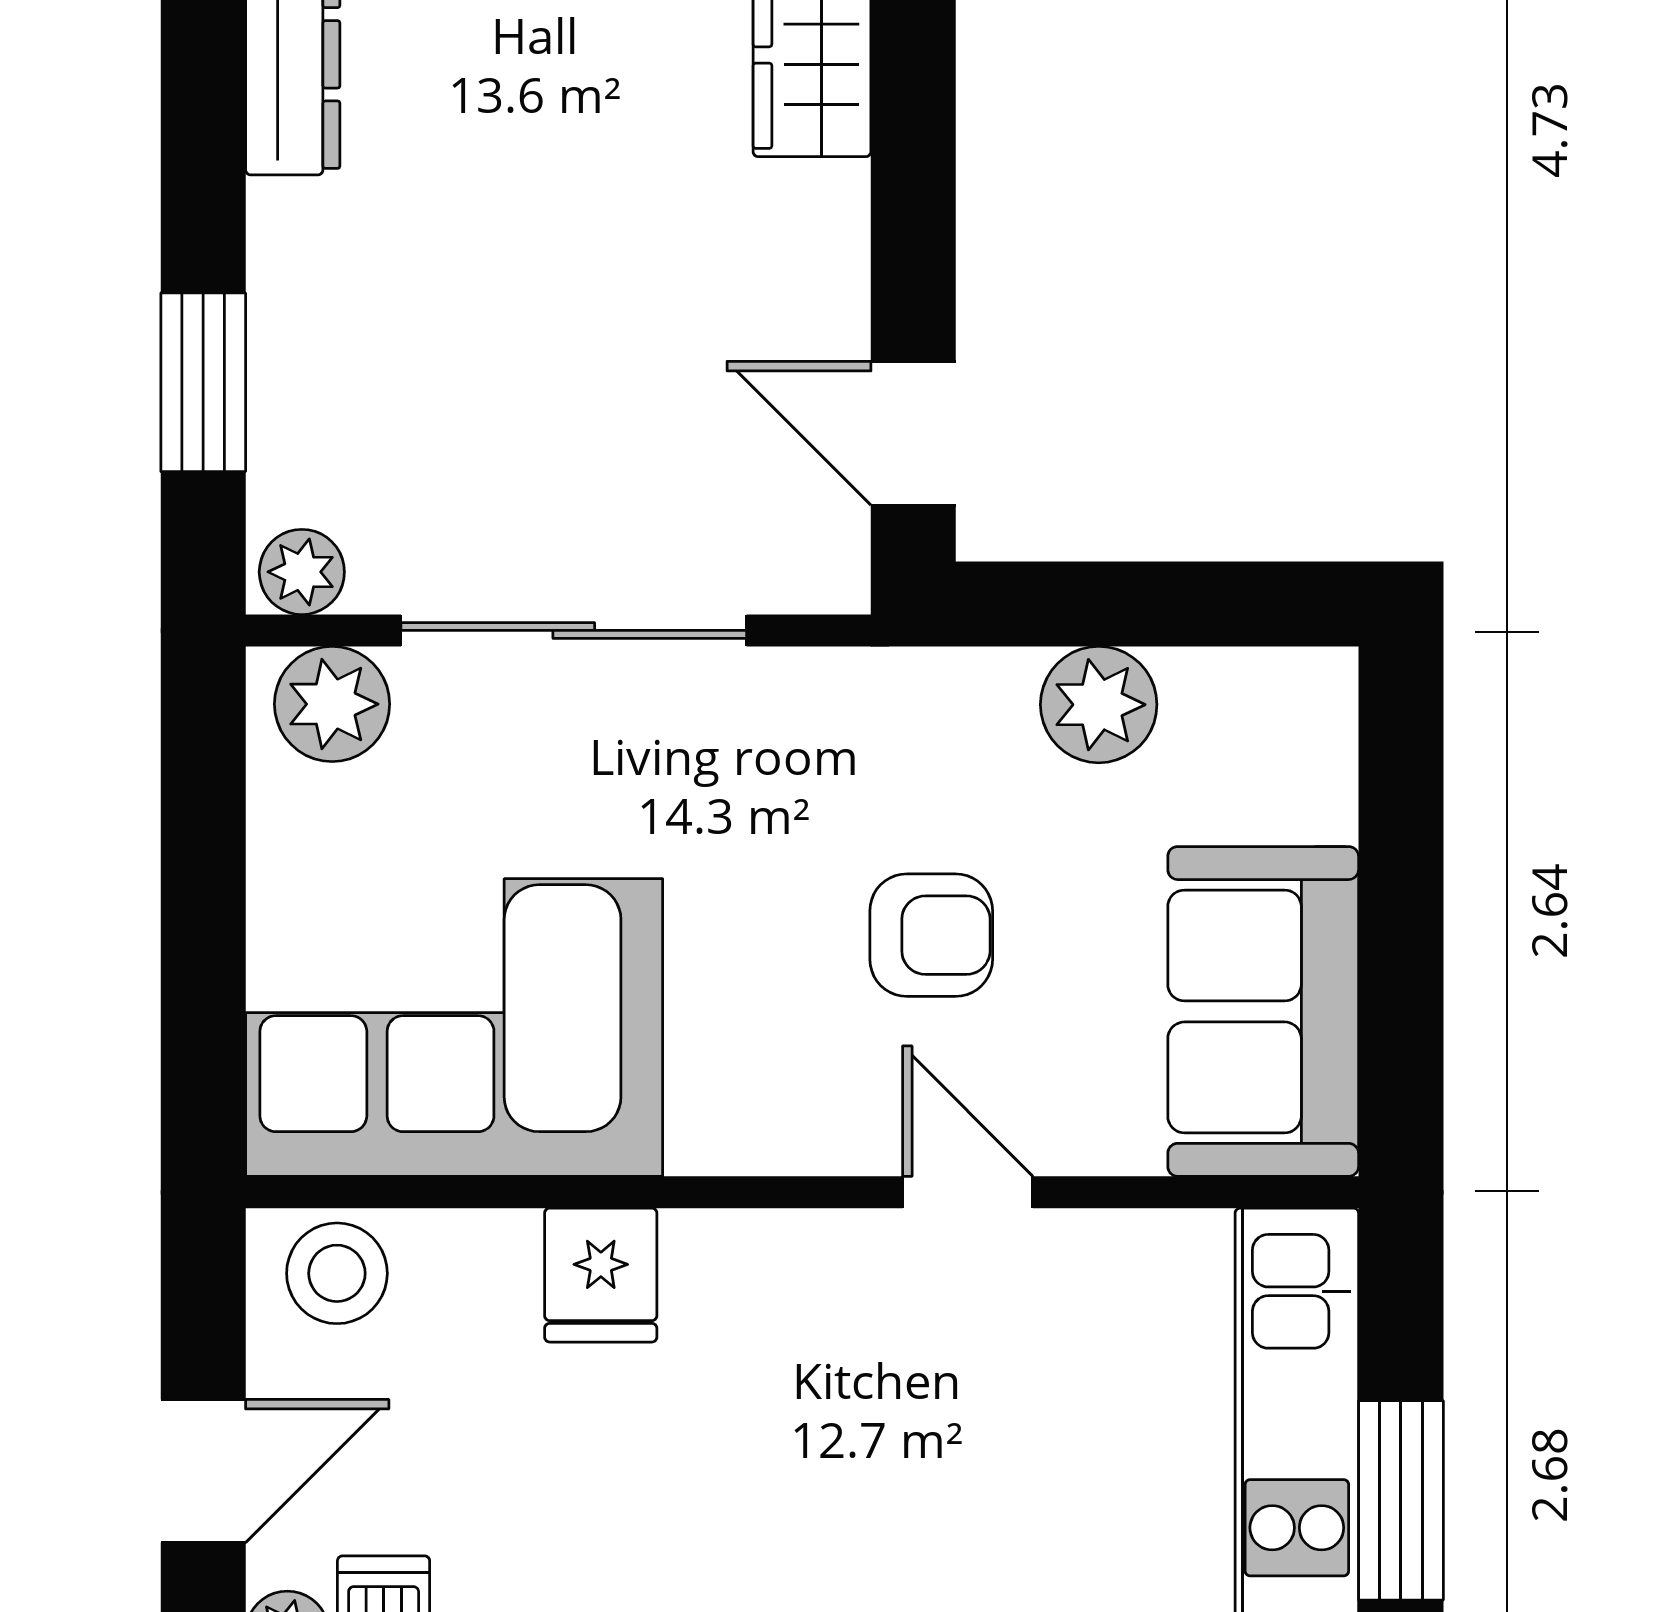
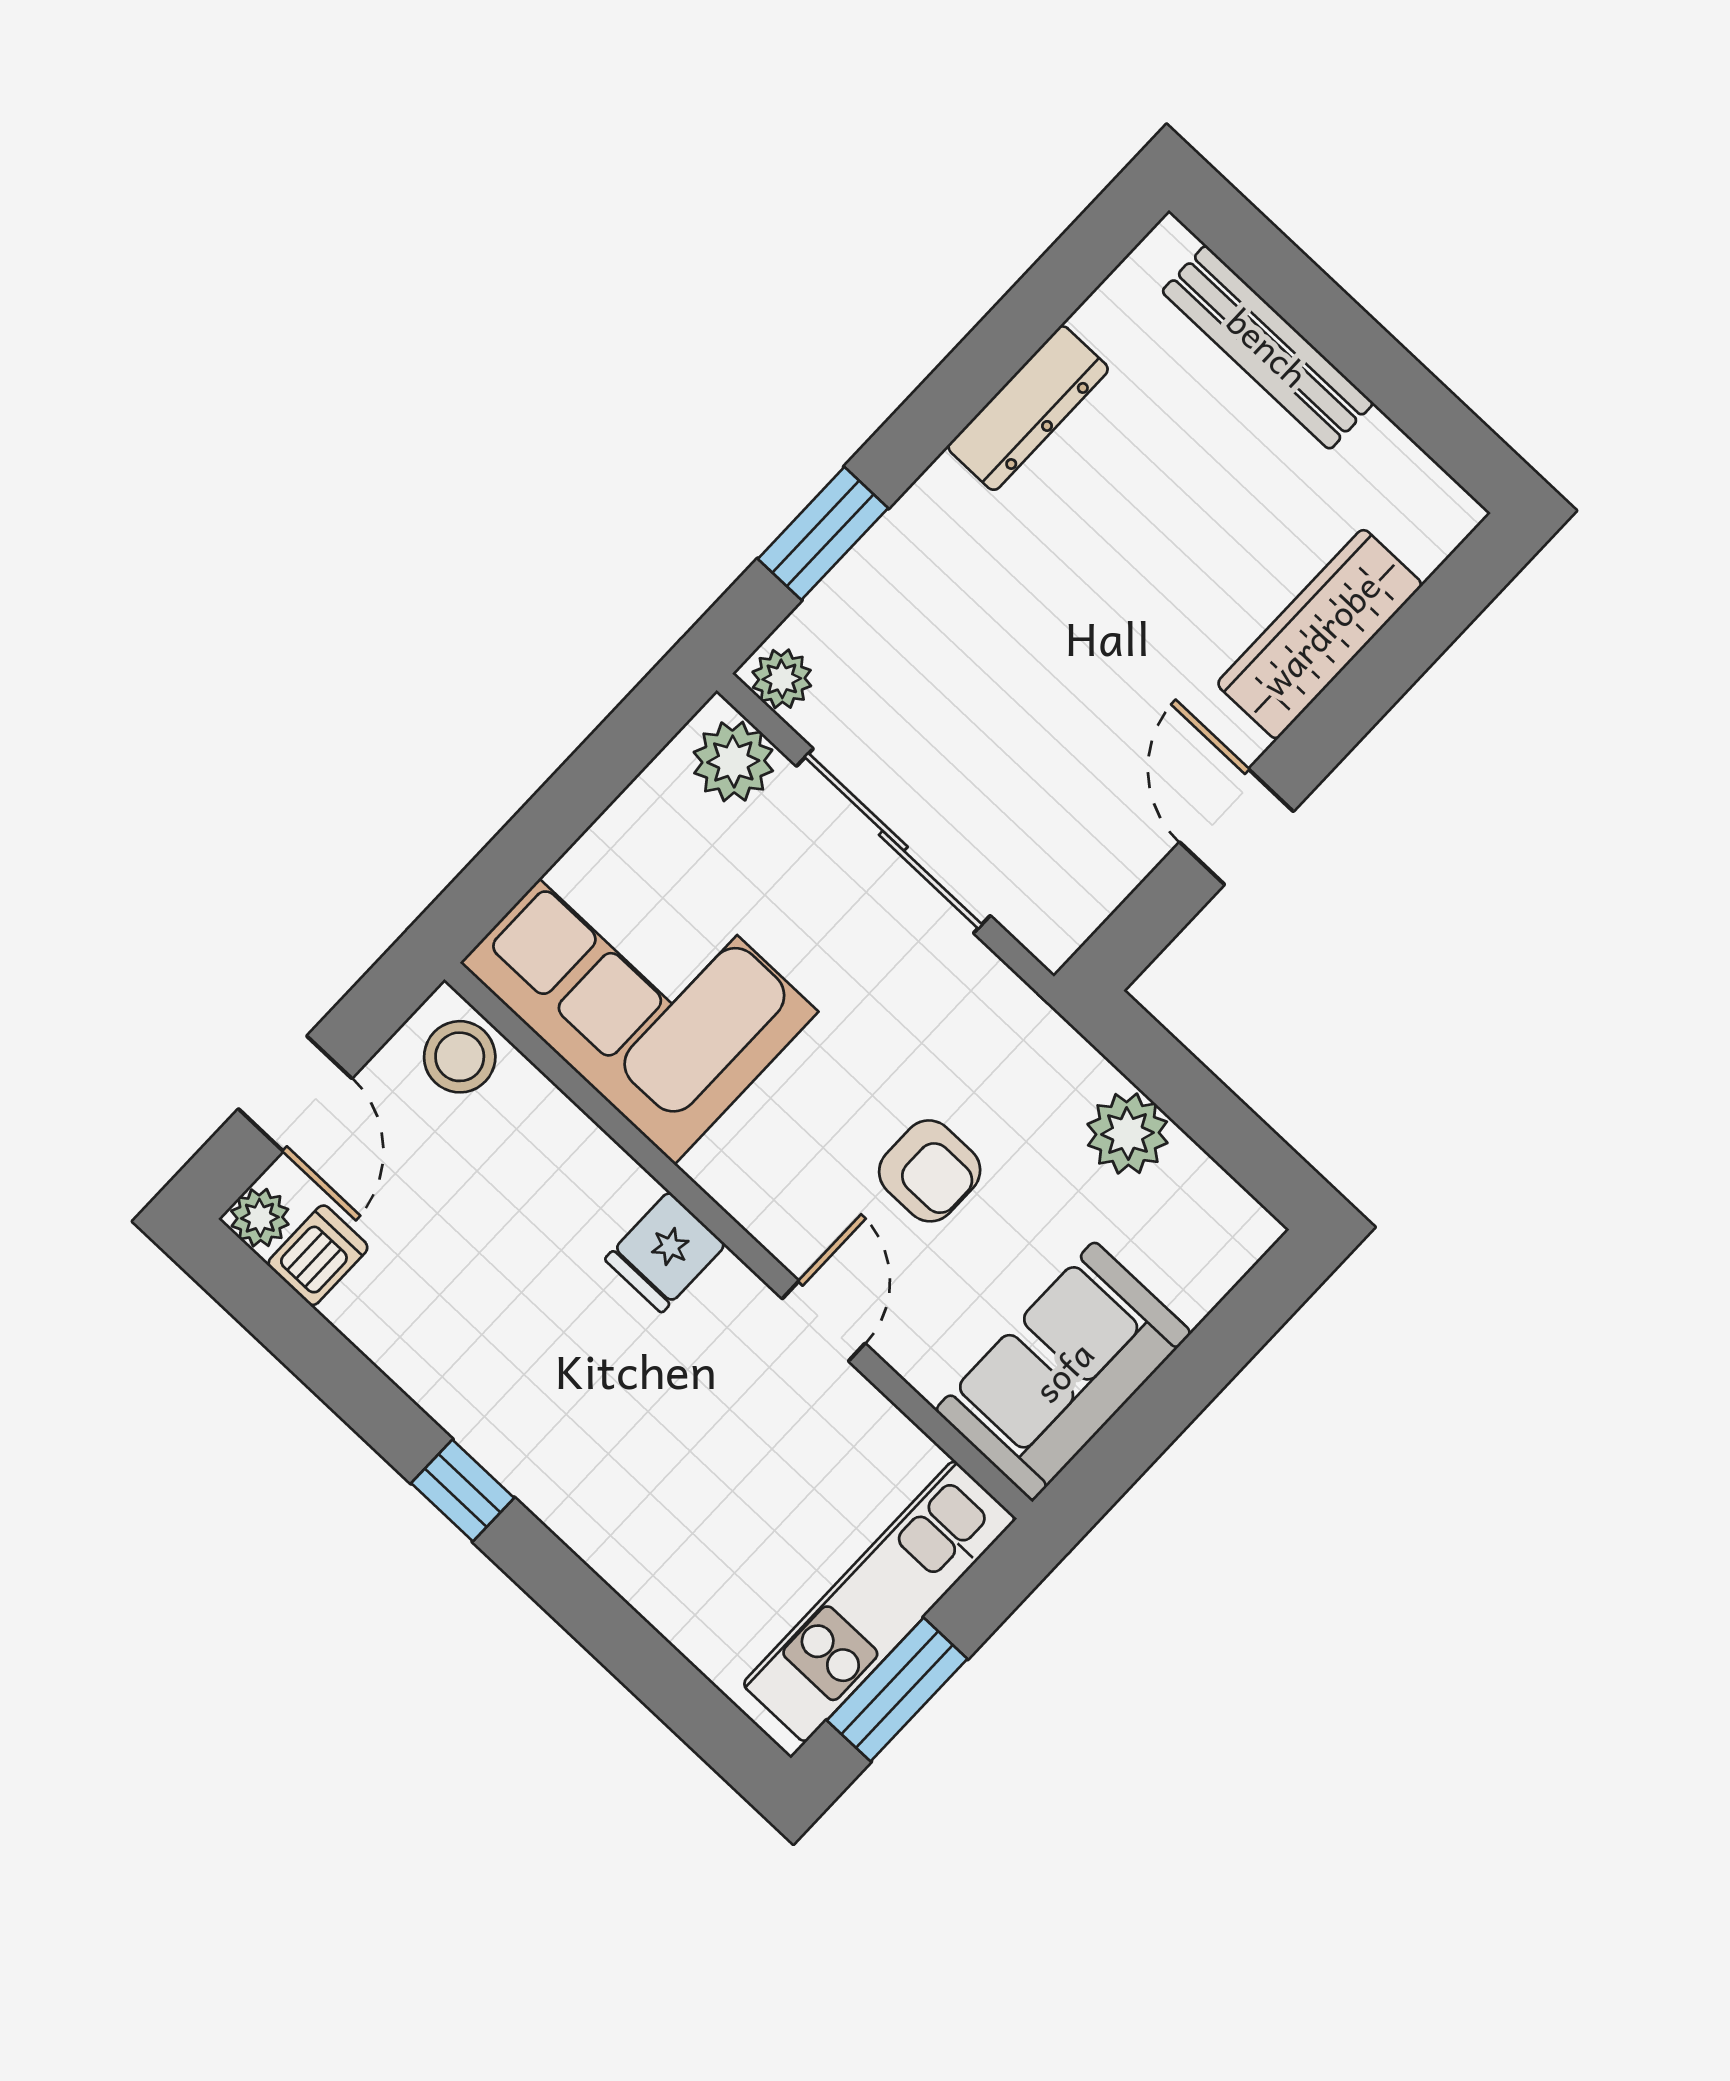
door: (913, 433) -> (1237, 827), moved
fridge: (601, 1275) -> (665, 1252), moved
door: (203, 1471) -> (295, 1094), hinge flipped

